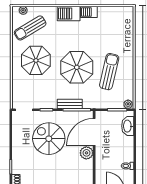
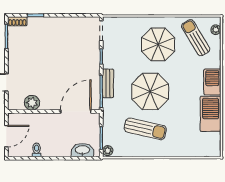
barbecue: (89, 12) -> (211, 114), width x1.88, depth x1.53
door: (94, 132) -> (76, 112), hinge flipped
spiral stairs: (49, 139) -> (68, 59), removed
plant: (86, 153) -> (32, 103), moved

